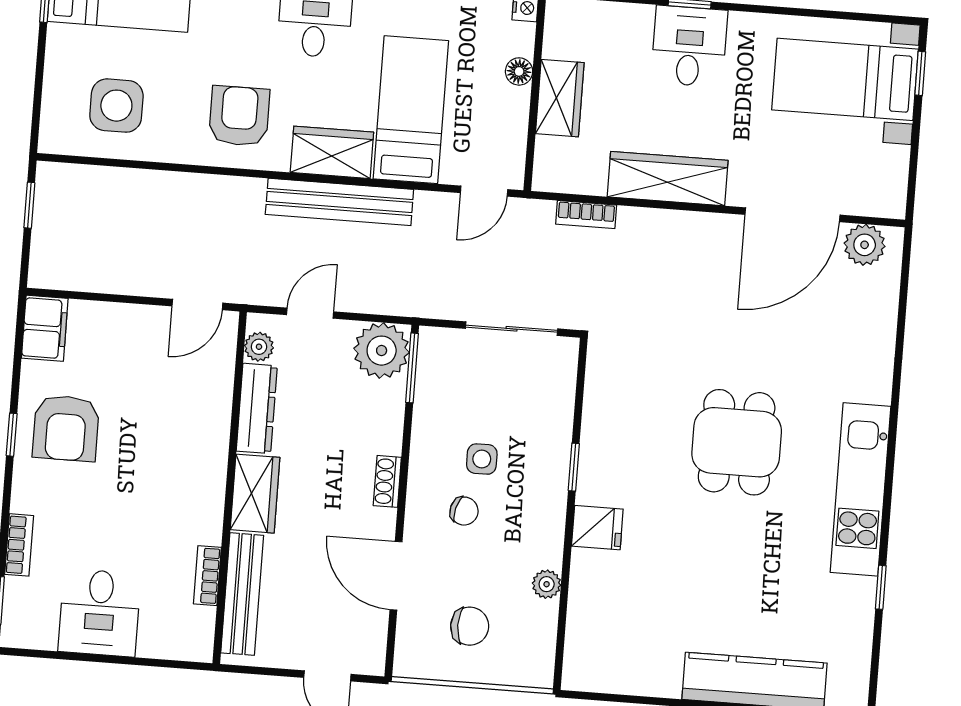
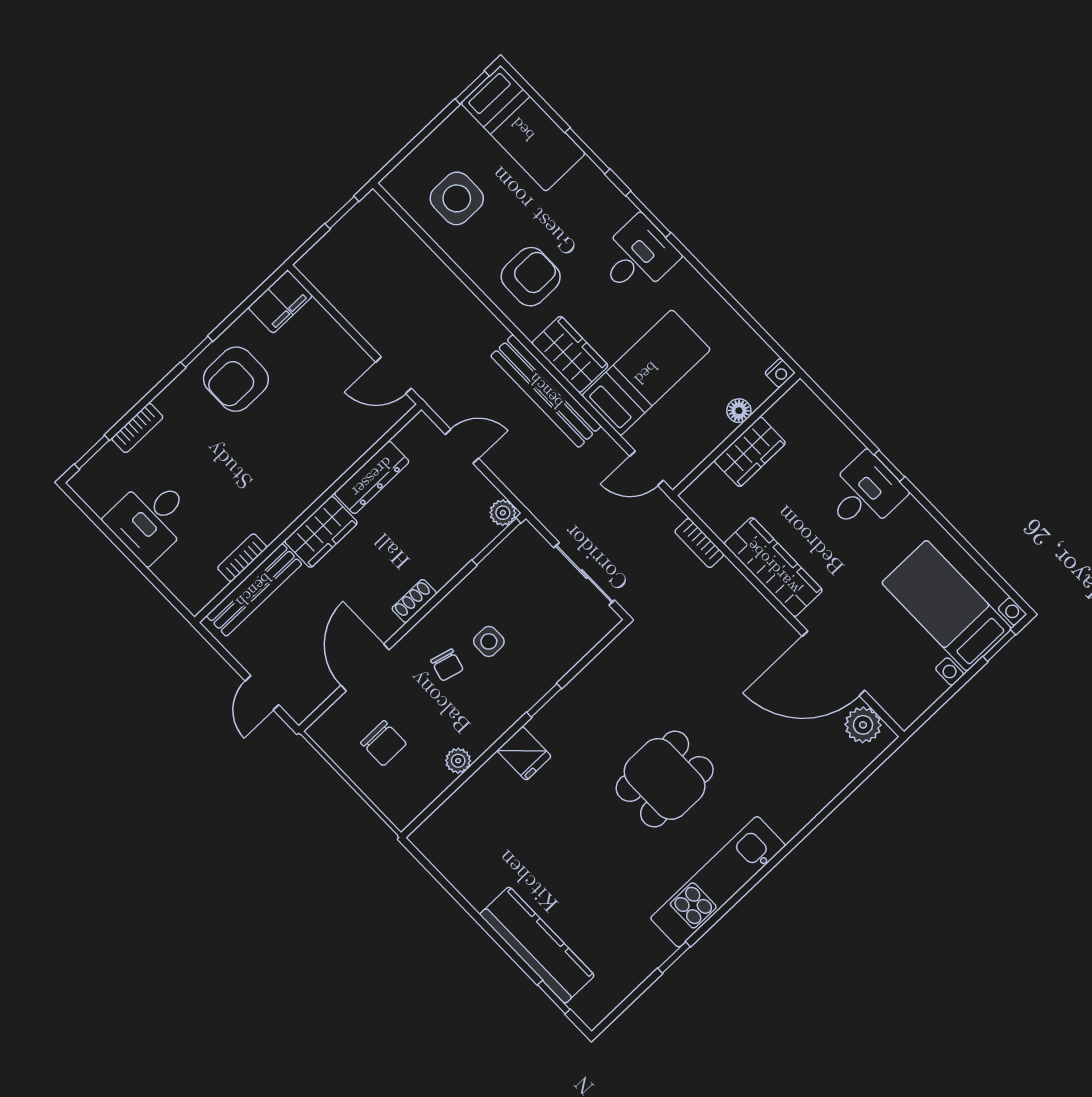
plant: (259, 347) -> (409, 439), removed
plant: (382, 351) -> (503, 513), width x0.53, depth x0.53

